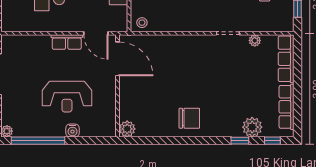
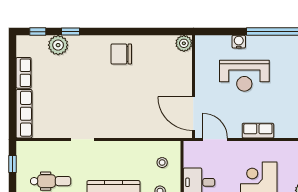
stool: (142, 23) -> (162, 163), moved
plant: (255, 40) -> (56, 132), removed
row of seats: (67, 42) -> (258, 131), moved
reception desk: (67, 97) -> (244, 76), turned 180
row of seats: (287, 107) -> (24, 73), width x0.68

